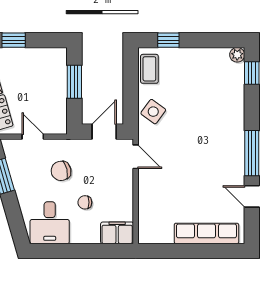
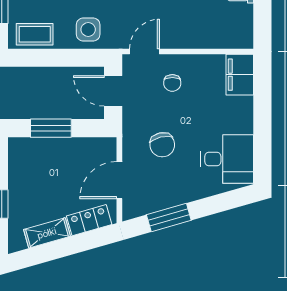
side table: (153, 112) -> (88, 29), turned -36
door: (33, 137) -> (119, 180), width x1.38
chair: (85, 202) -> (172, 83), moved

